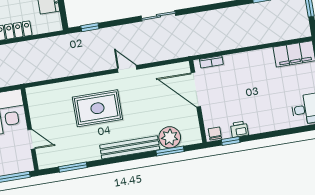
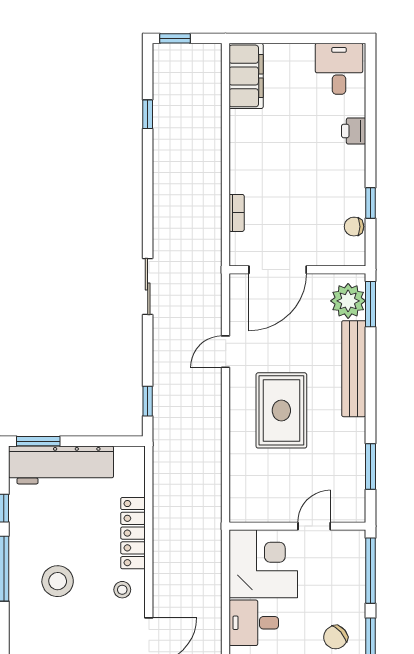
door: (196, 90) -> (278, 270), moved
wall: (198, 101) -> (297, 270), moved
printer: (239, 129) -> (354, 131), moved

